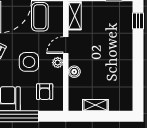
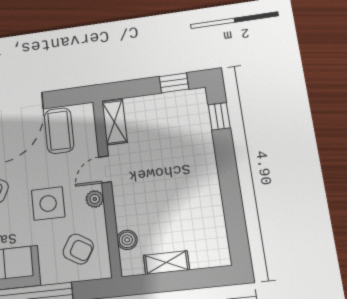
boiler: (74, 72) -> (127, 240), moved
armchair: (45, 92) -> (78, 249), turned -59

